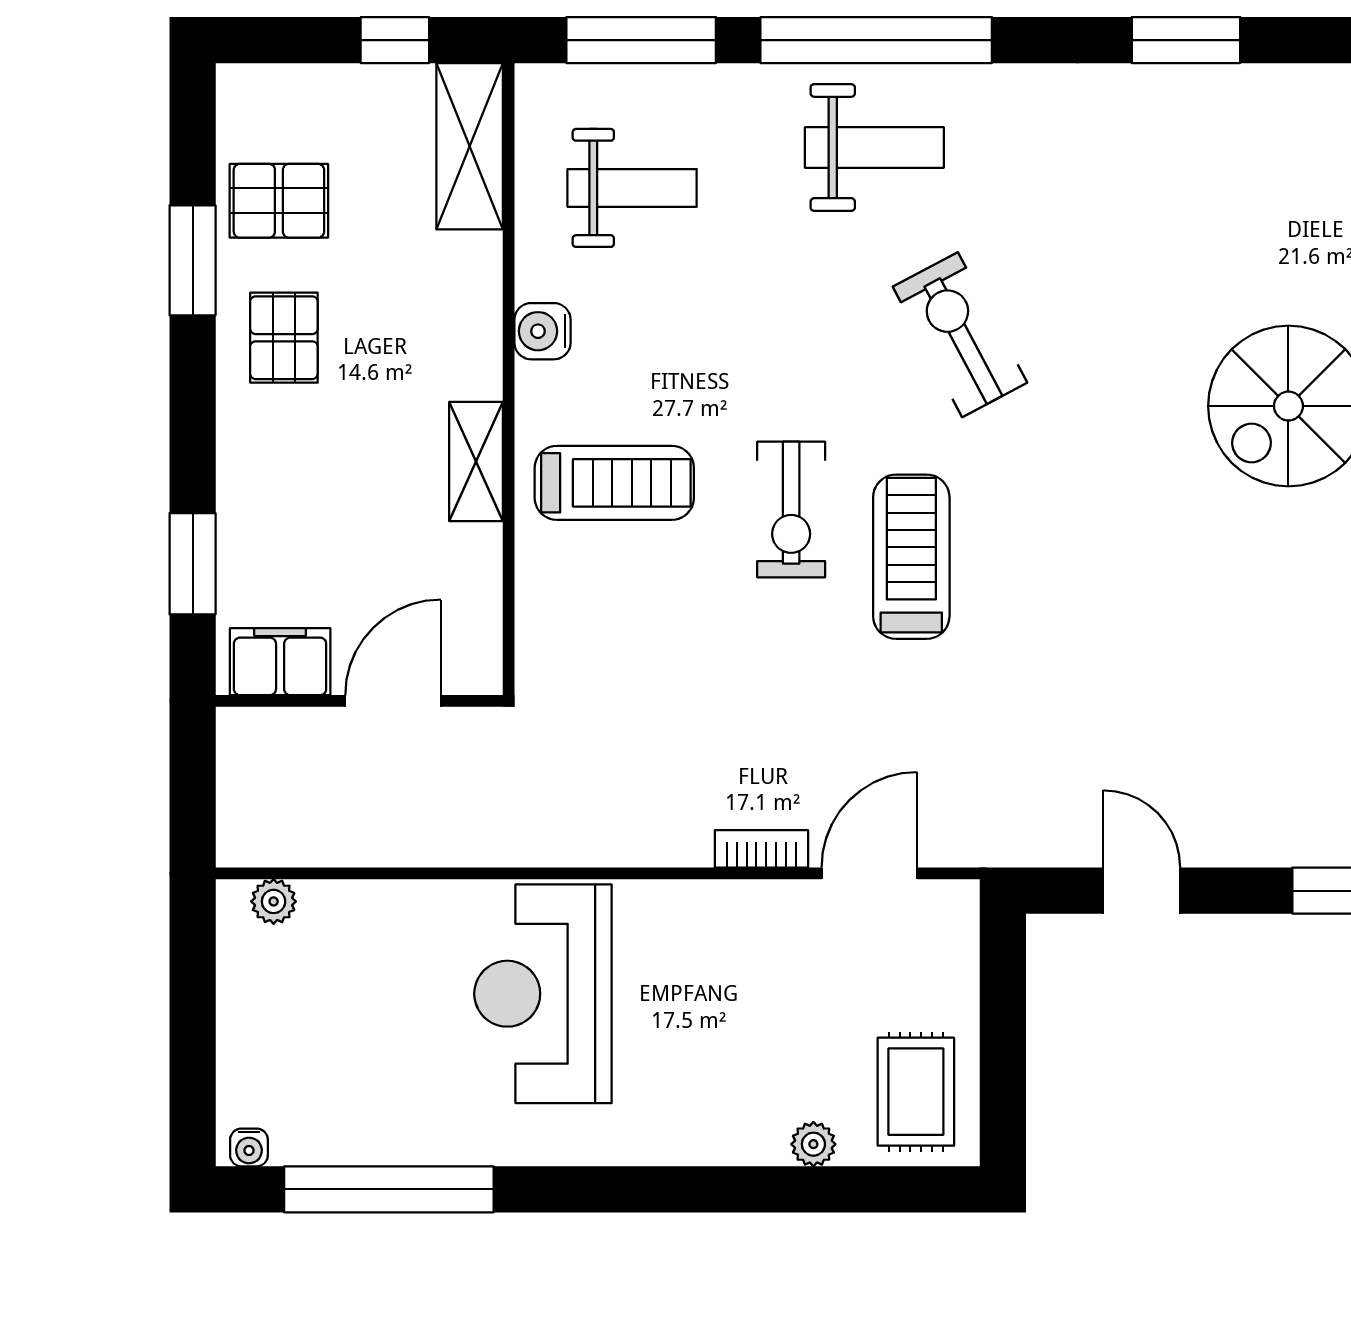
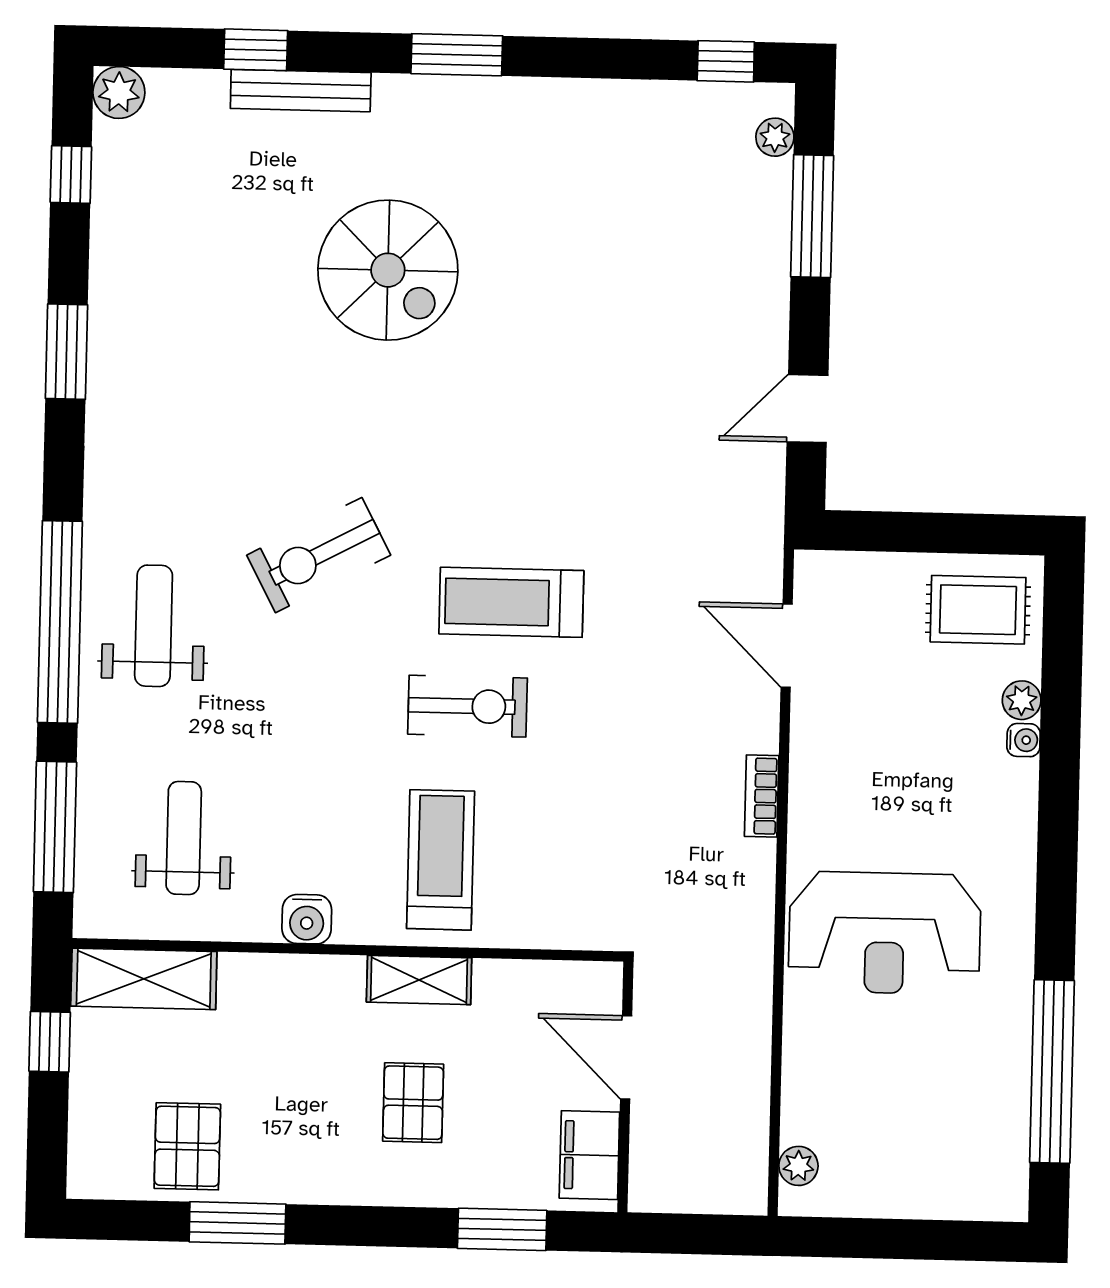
pallet: (284, 338) -> (413, 1103), moved, turned 90
bookcase: (761, 849) -> (762, 796), moved
water cooler: (249, 1147) -> (1024, 740), moved

